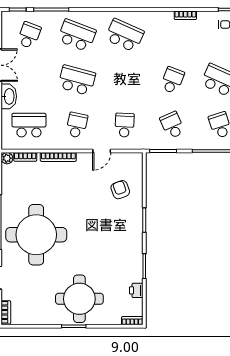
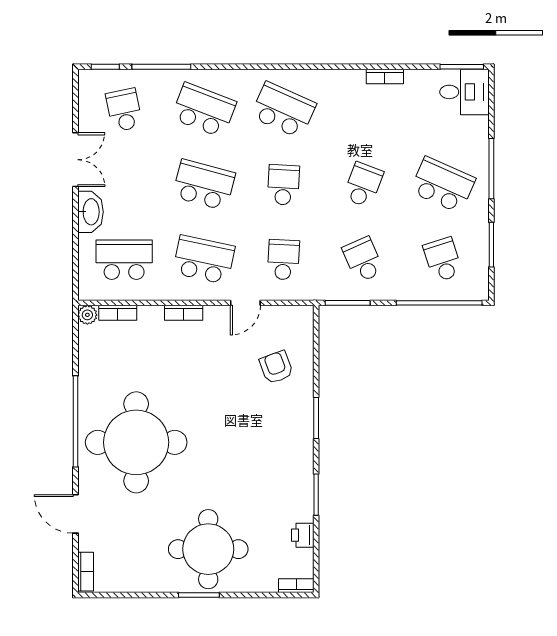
school desk: (29, 35) -> (124, 110), turned -33
school desk: (125, 80) -> (283, 185), added
school desk: (77, 125) -> (204, 260), width x1.85
bookcase: (58, 157) -> (184, 313), width x0.64

